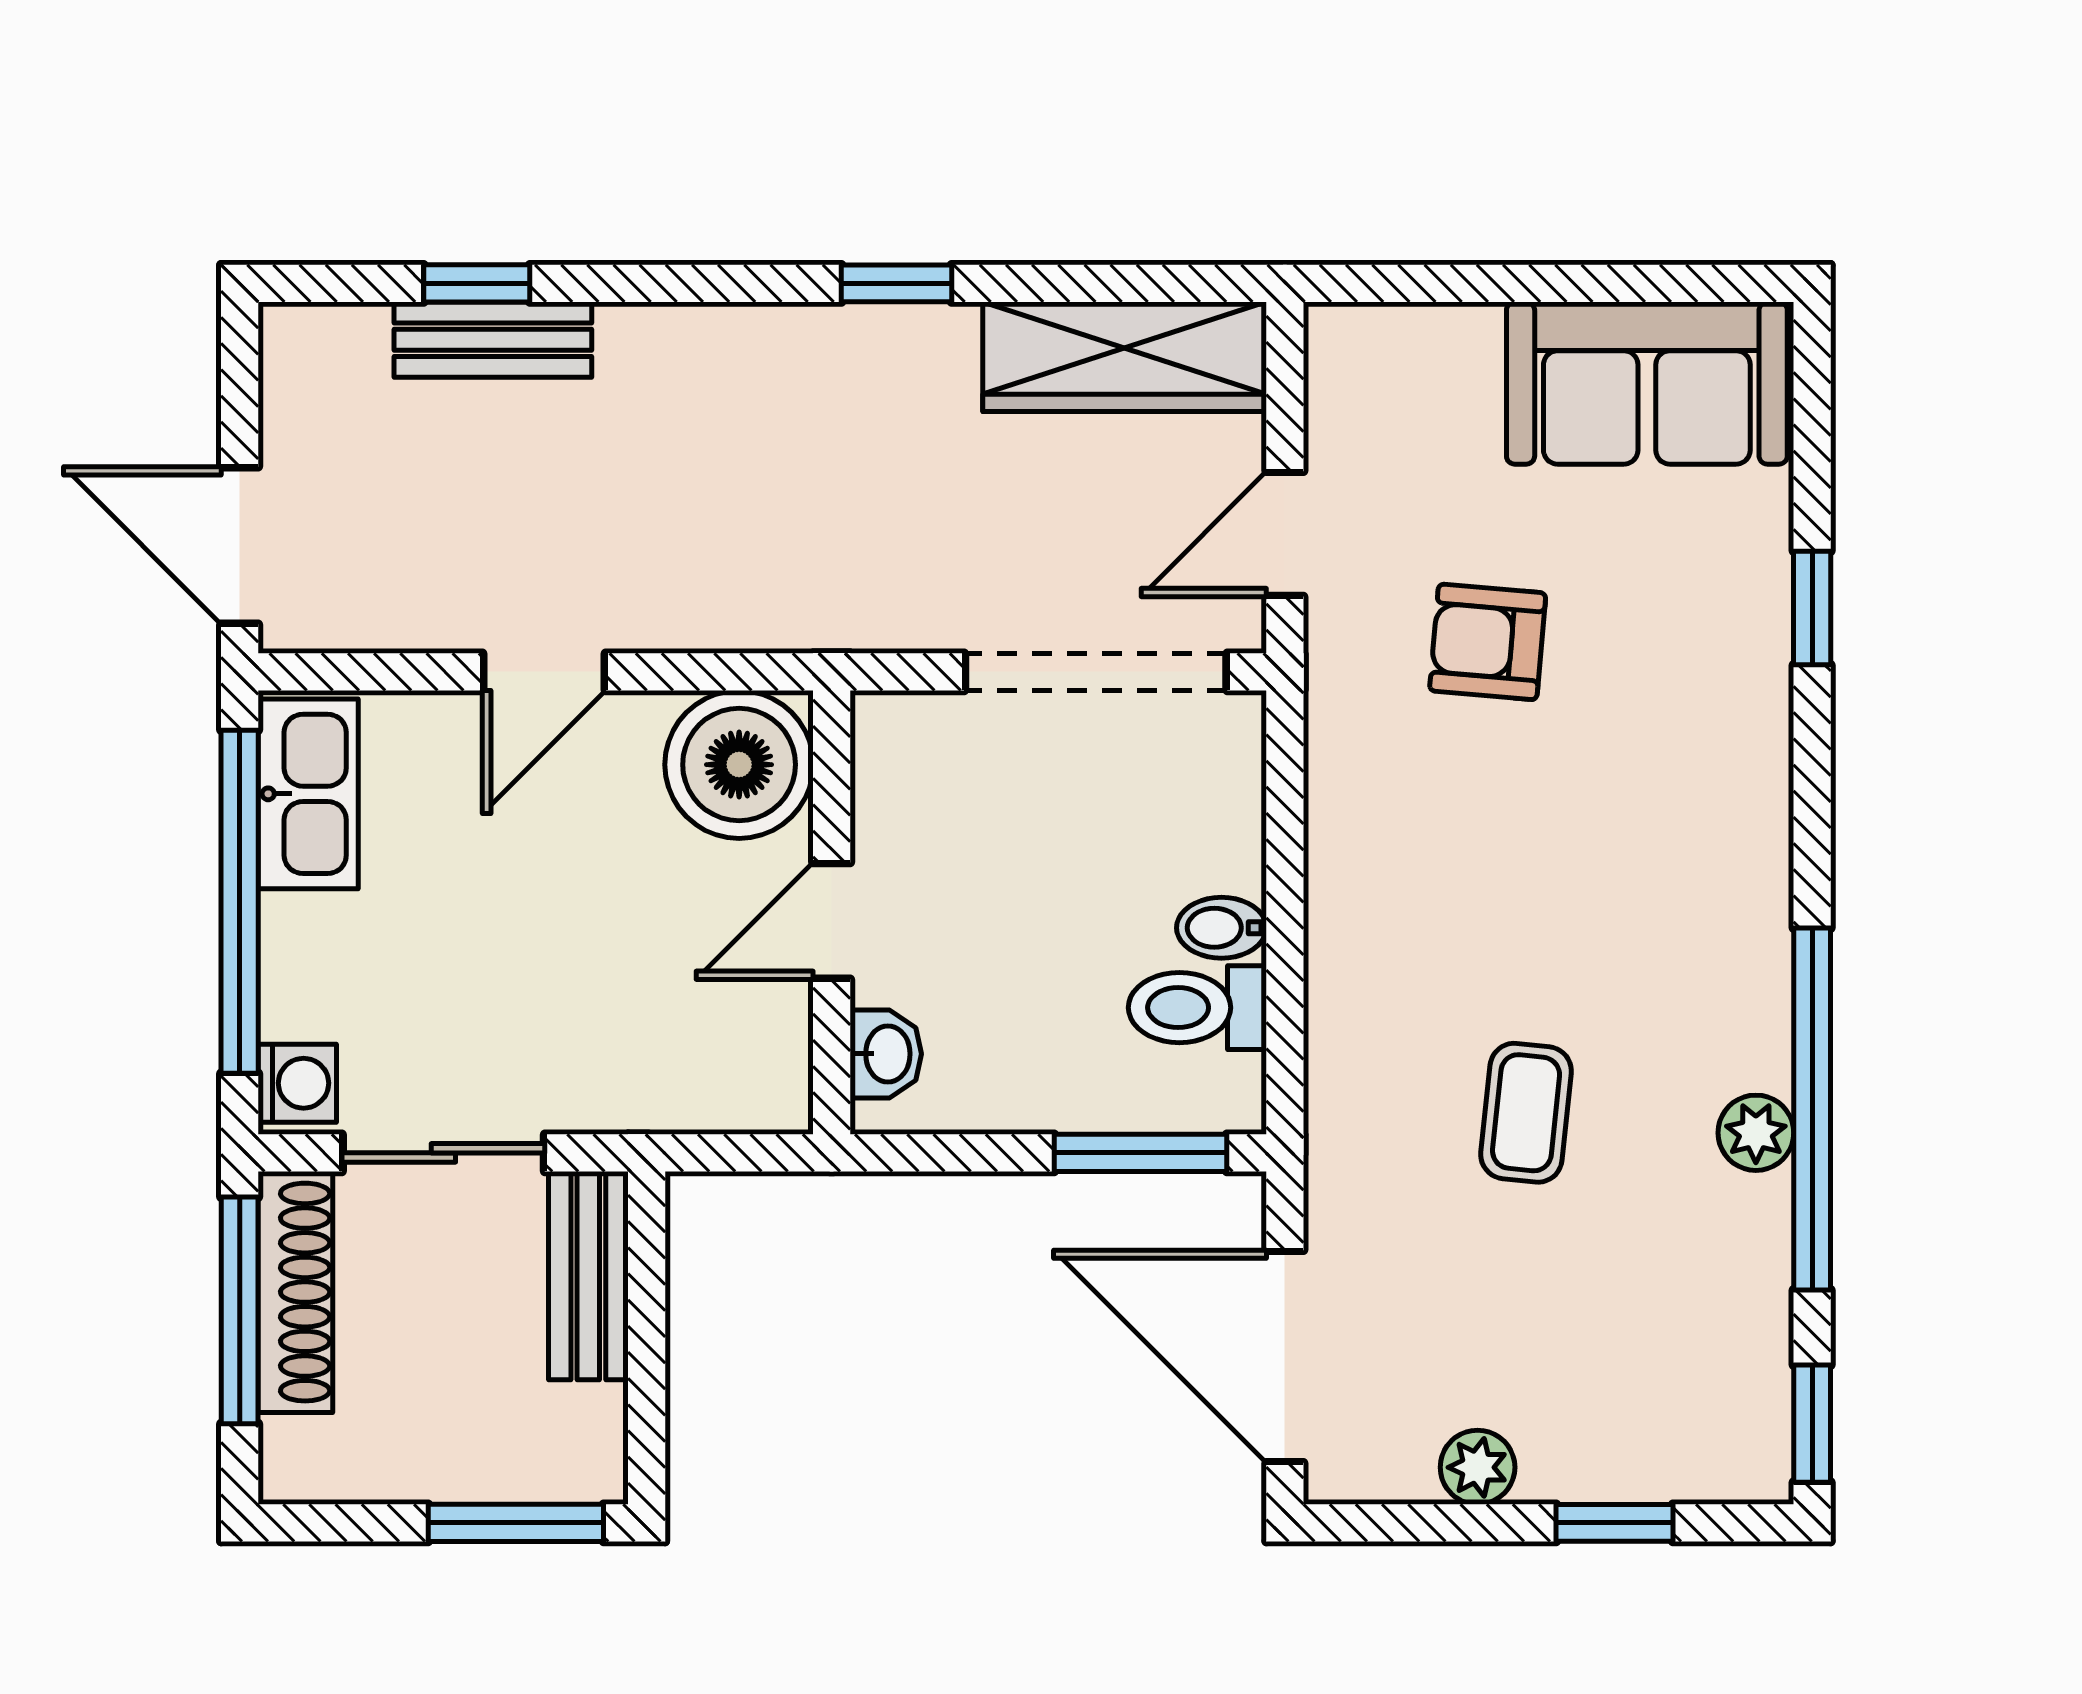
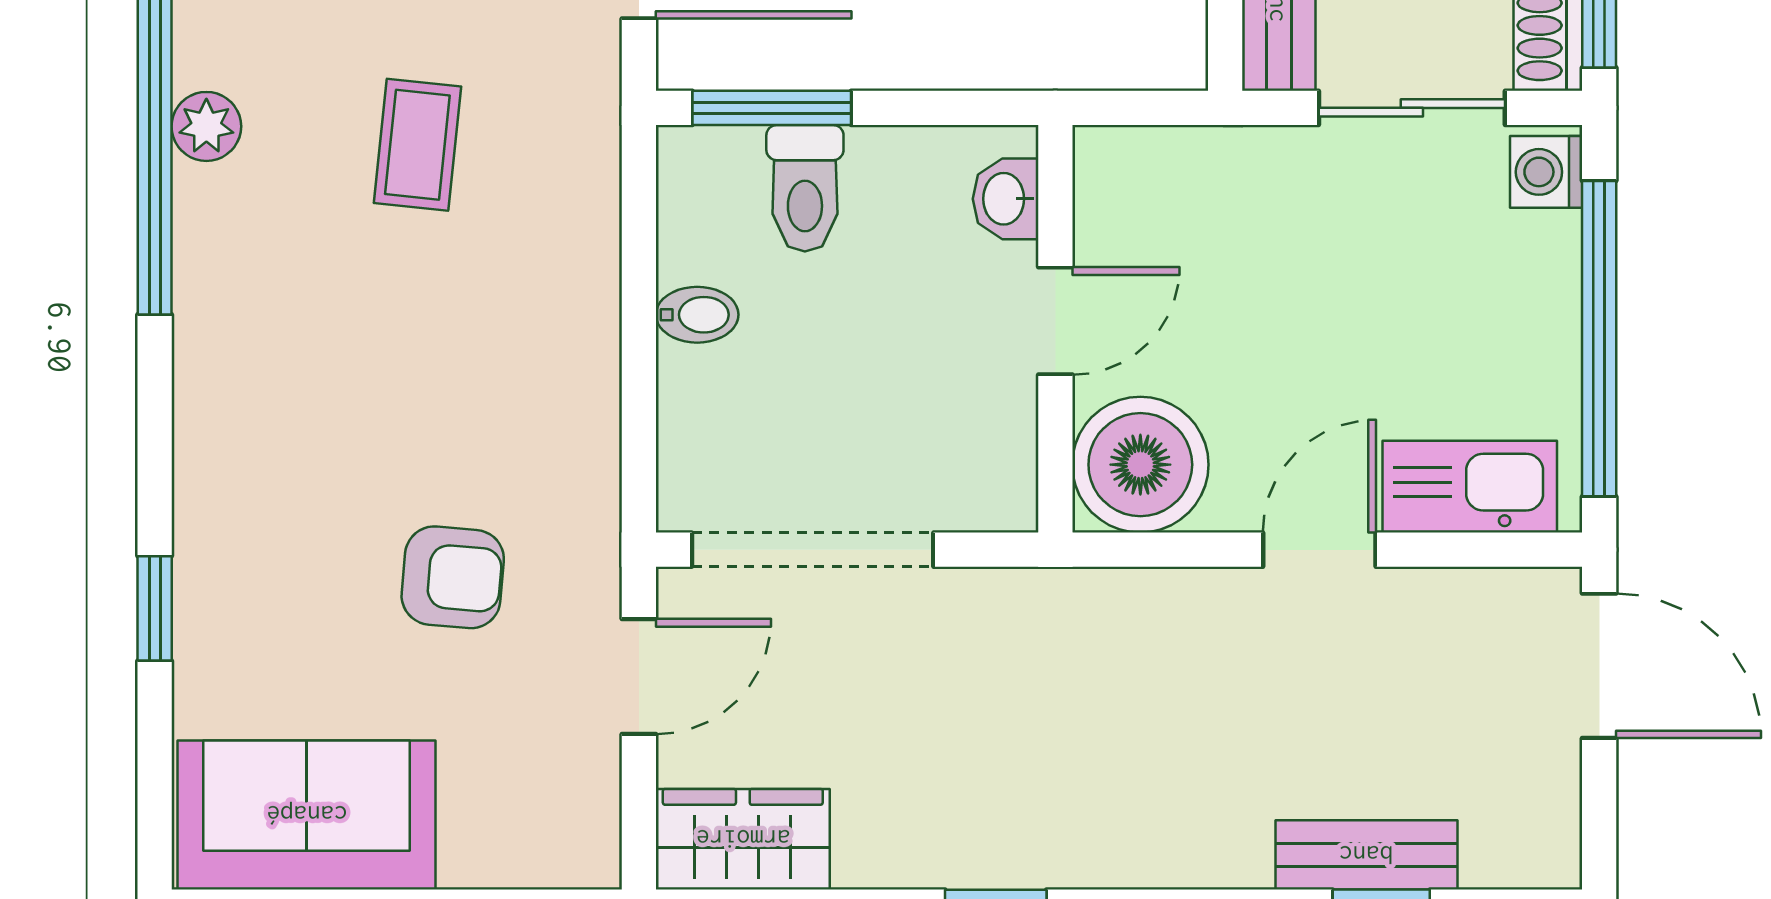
wardrobe: (1125, 357) -> (743, 839), width x0.67
kitchen sink: (308, 794) -> (1470, 487), moved, turned 90
toilet: (1197, 1008) -> (805, 188), moved, turned 90

